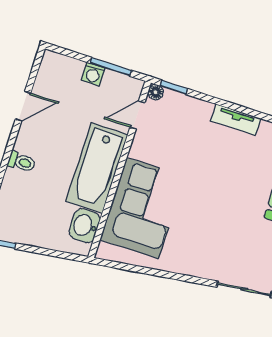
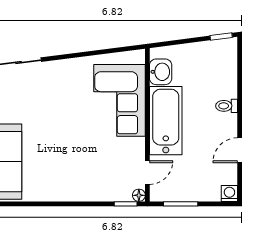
washing machine: (93, 74) -> (229, 194), moved
tv unit: (236, 120) -> (69, 194), removed

